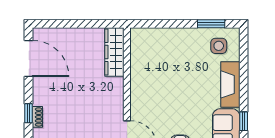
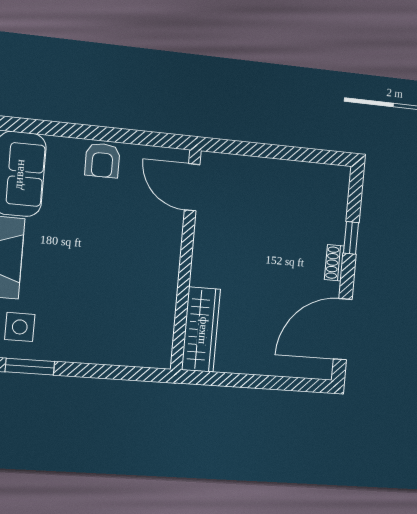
door: (28, 58) -> (343, 329), hinge flipped
shoe rack: (37, 117) -> (334, 263), moved

